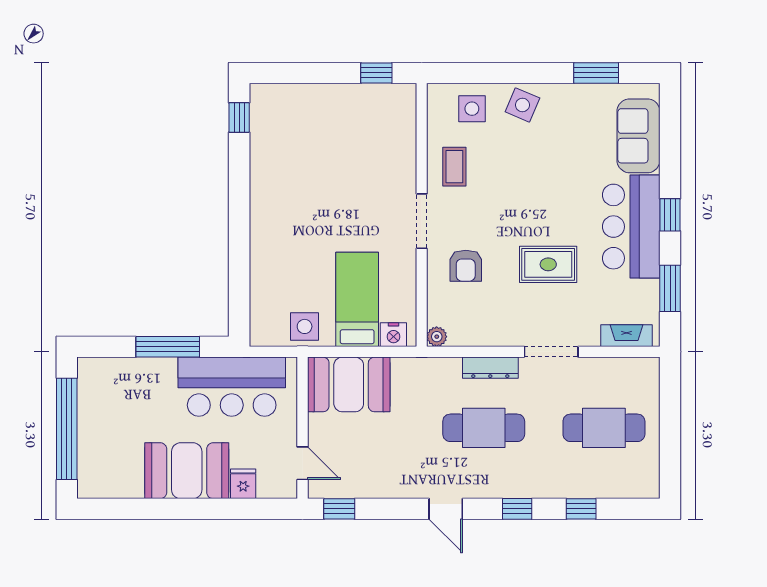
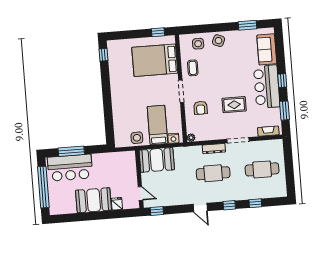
bed: (363, 141) -> (155, 60), added
window: (168, 347) -> (71, 151), moved
bar counter: (232, 387) -> (70, 168), moved

